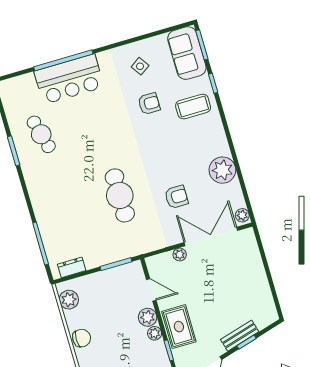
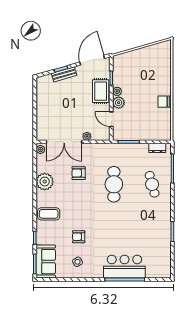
coffee table: (193, 107) -> (49, 214), moved
cafe table: (41, 134) -> (152, 184), moved
plant: (69, 300) -> (165, 128), removed

